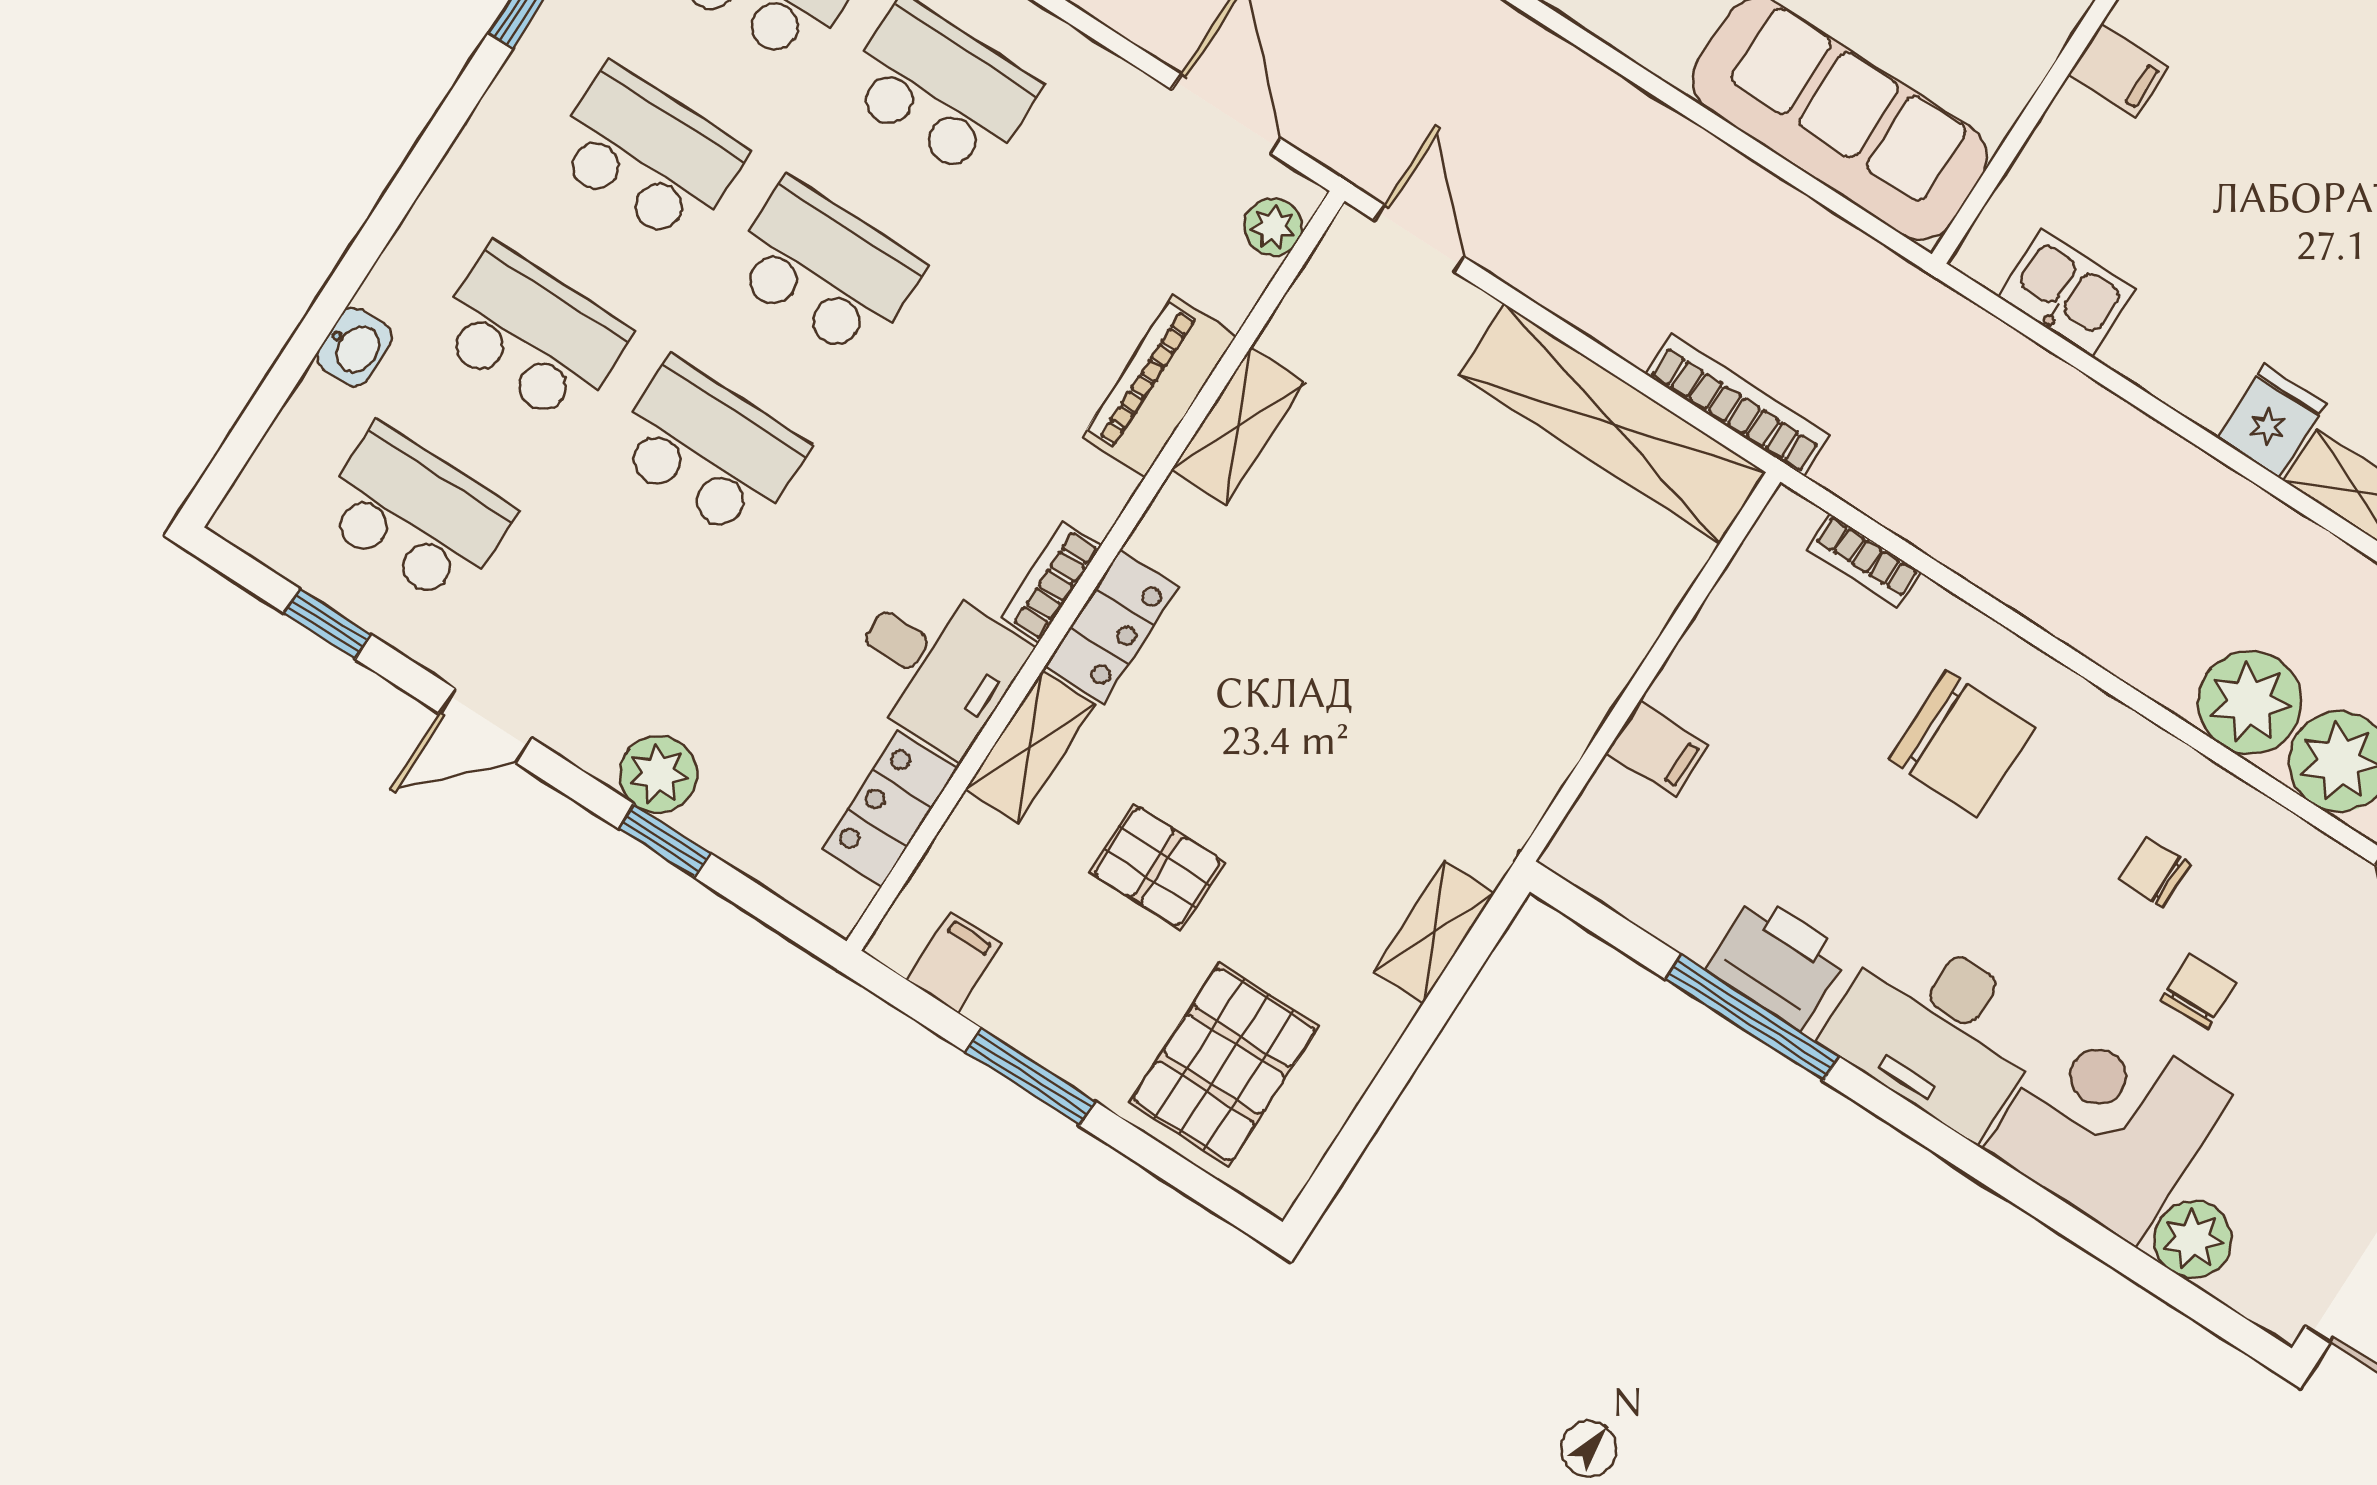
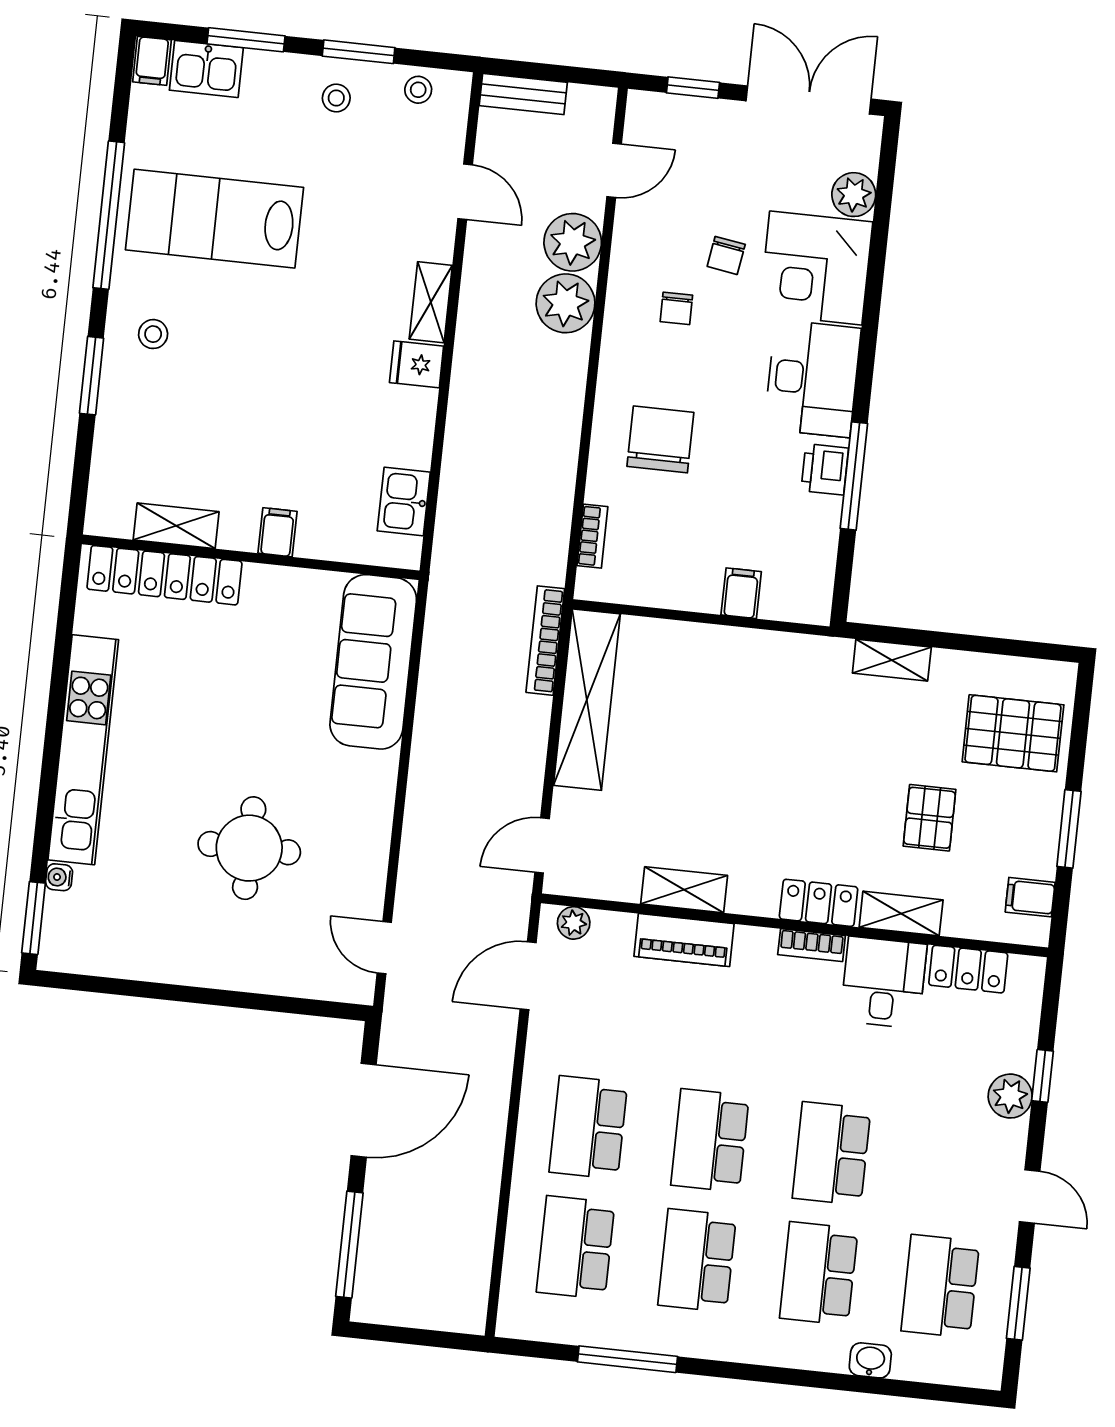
window: (327, 624) -> (1018, 1303), width x1.50
printer: (1778, 962) -> (825, 469), width x0.73, depth x0.81
chair: (2198, 992) -> (726, 255), turned -80

